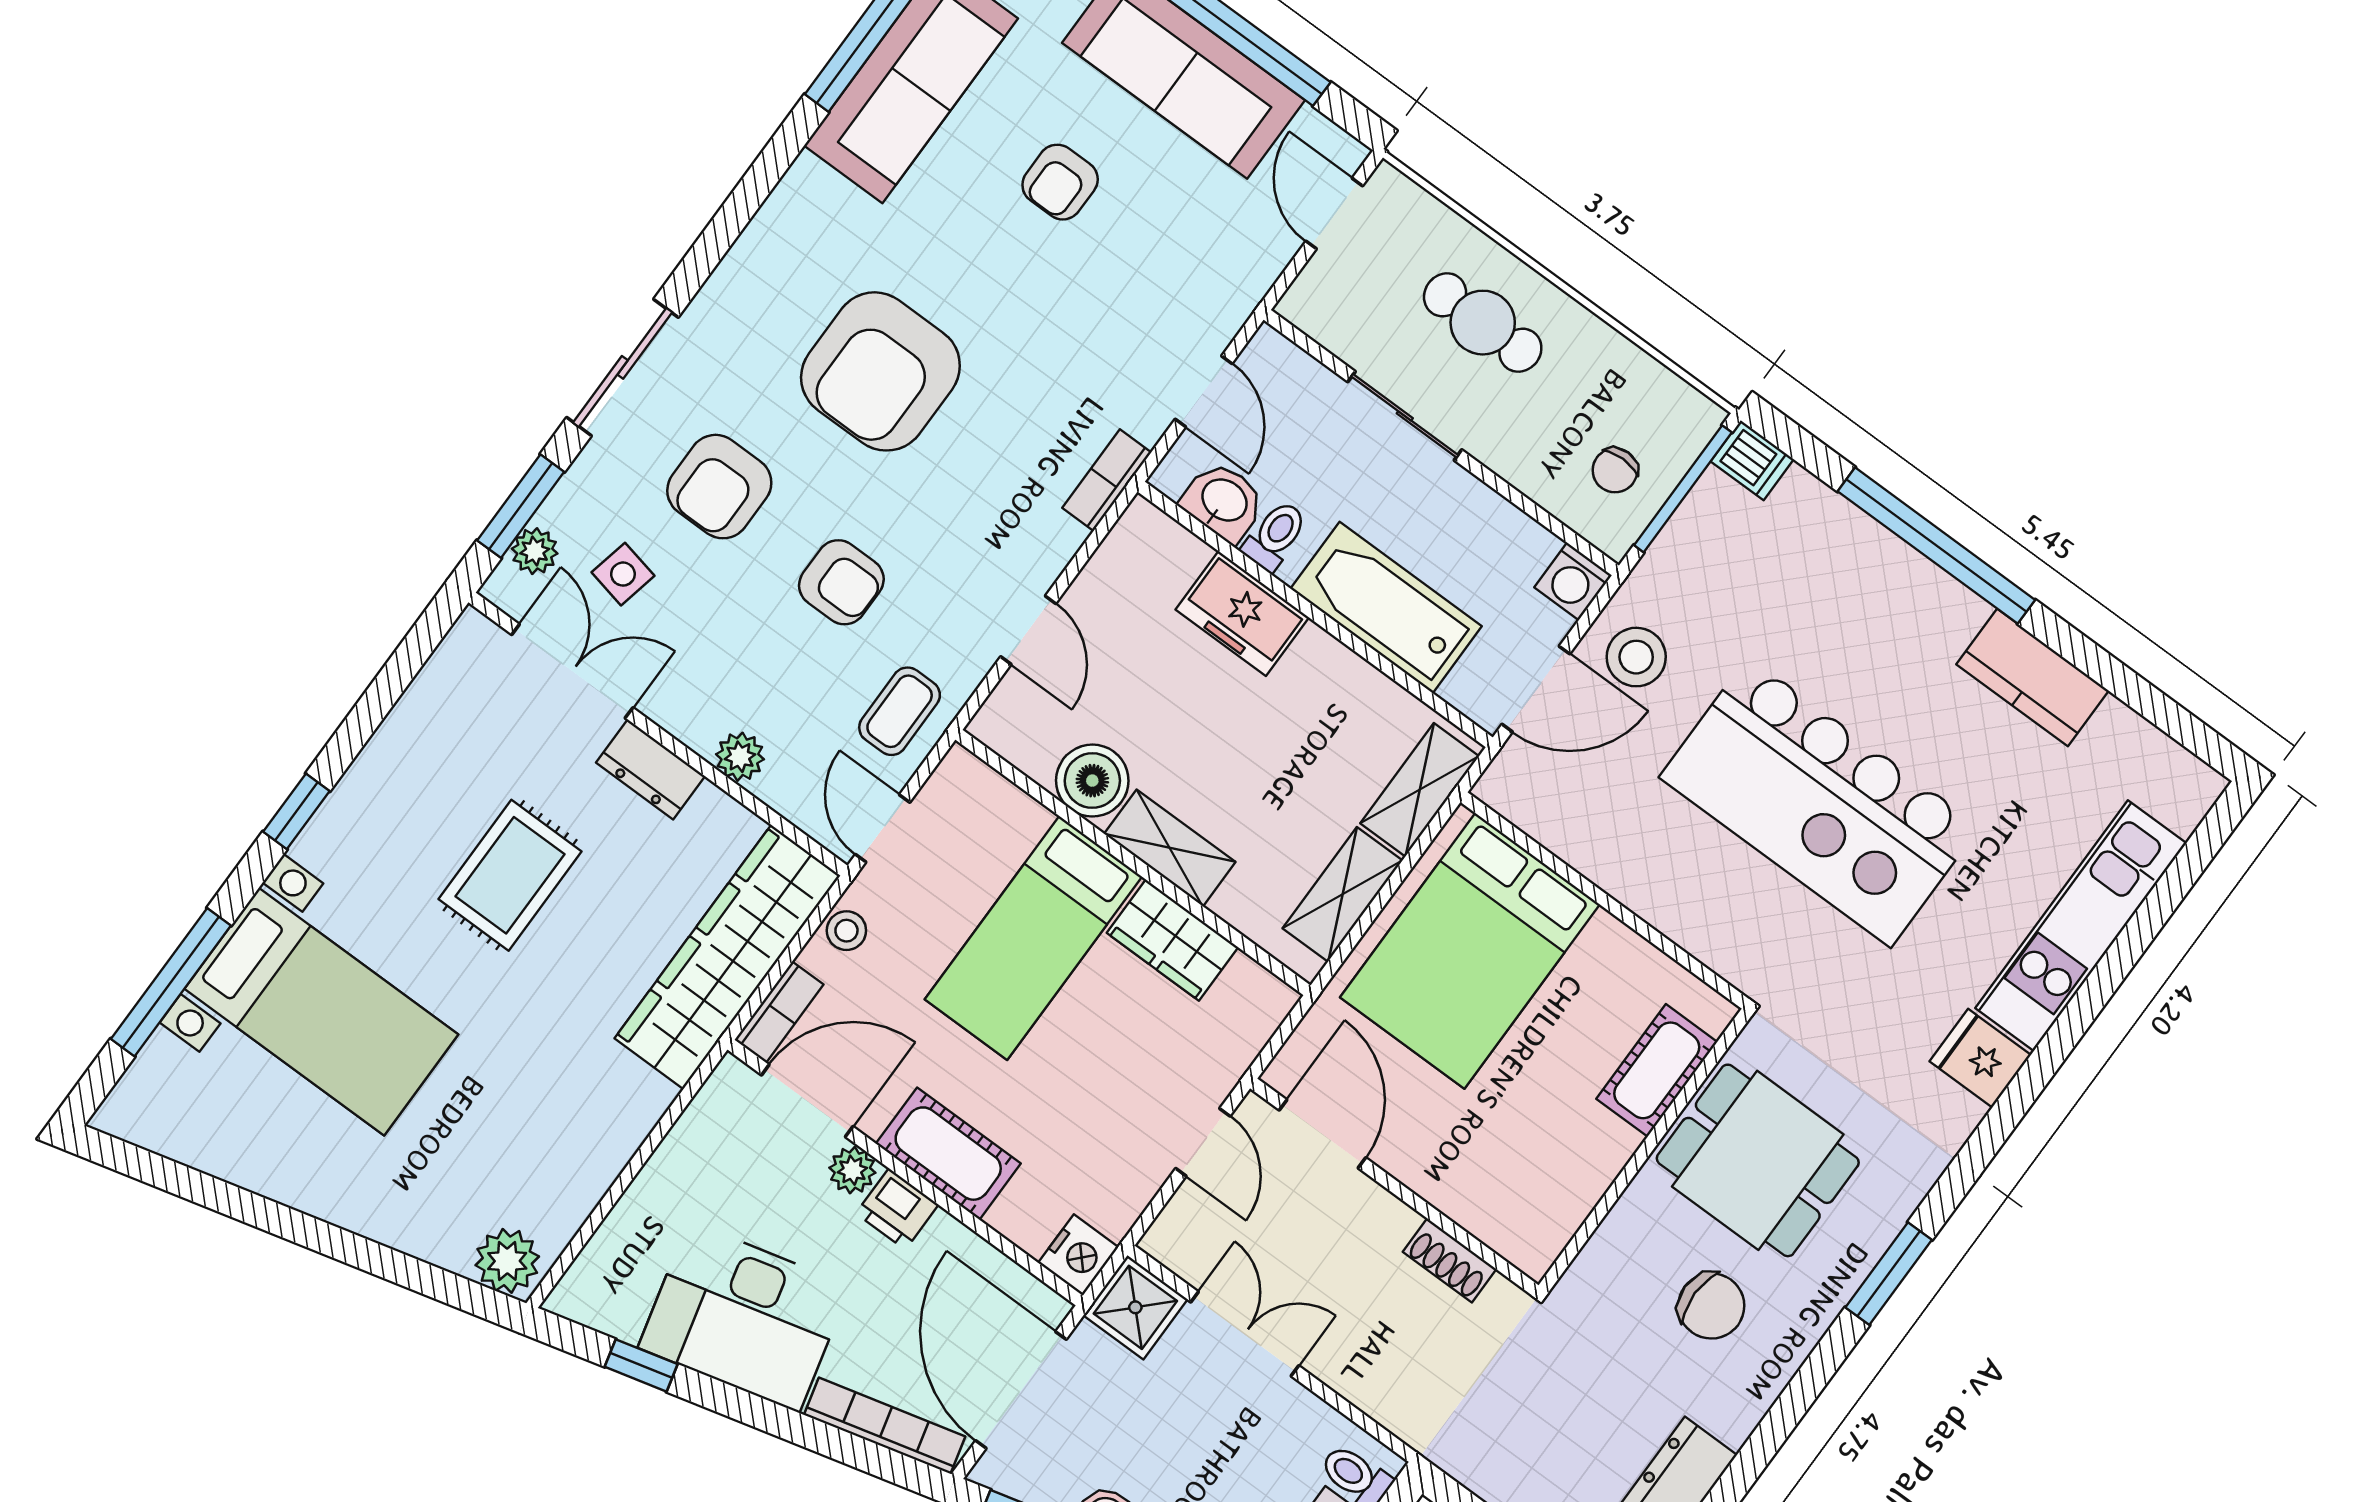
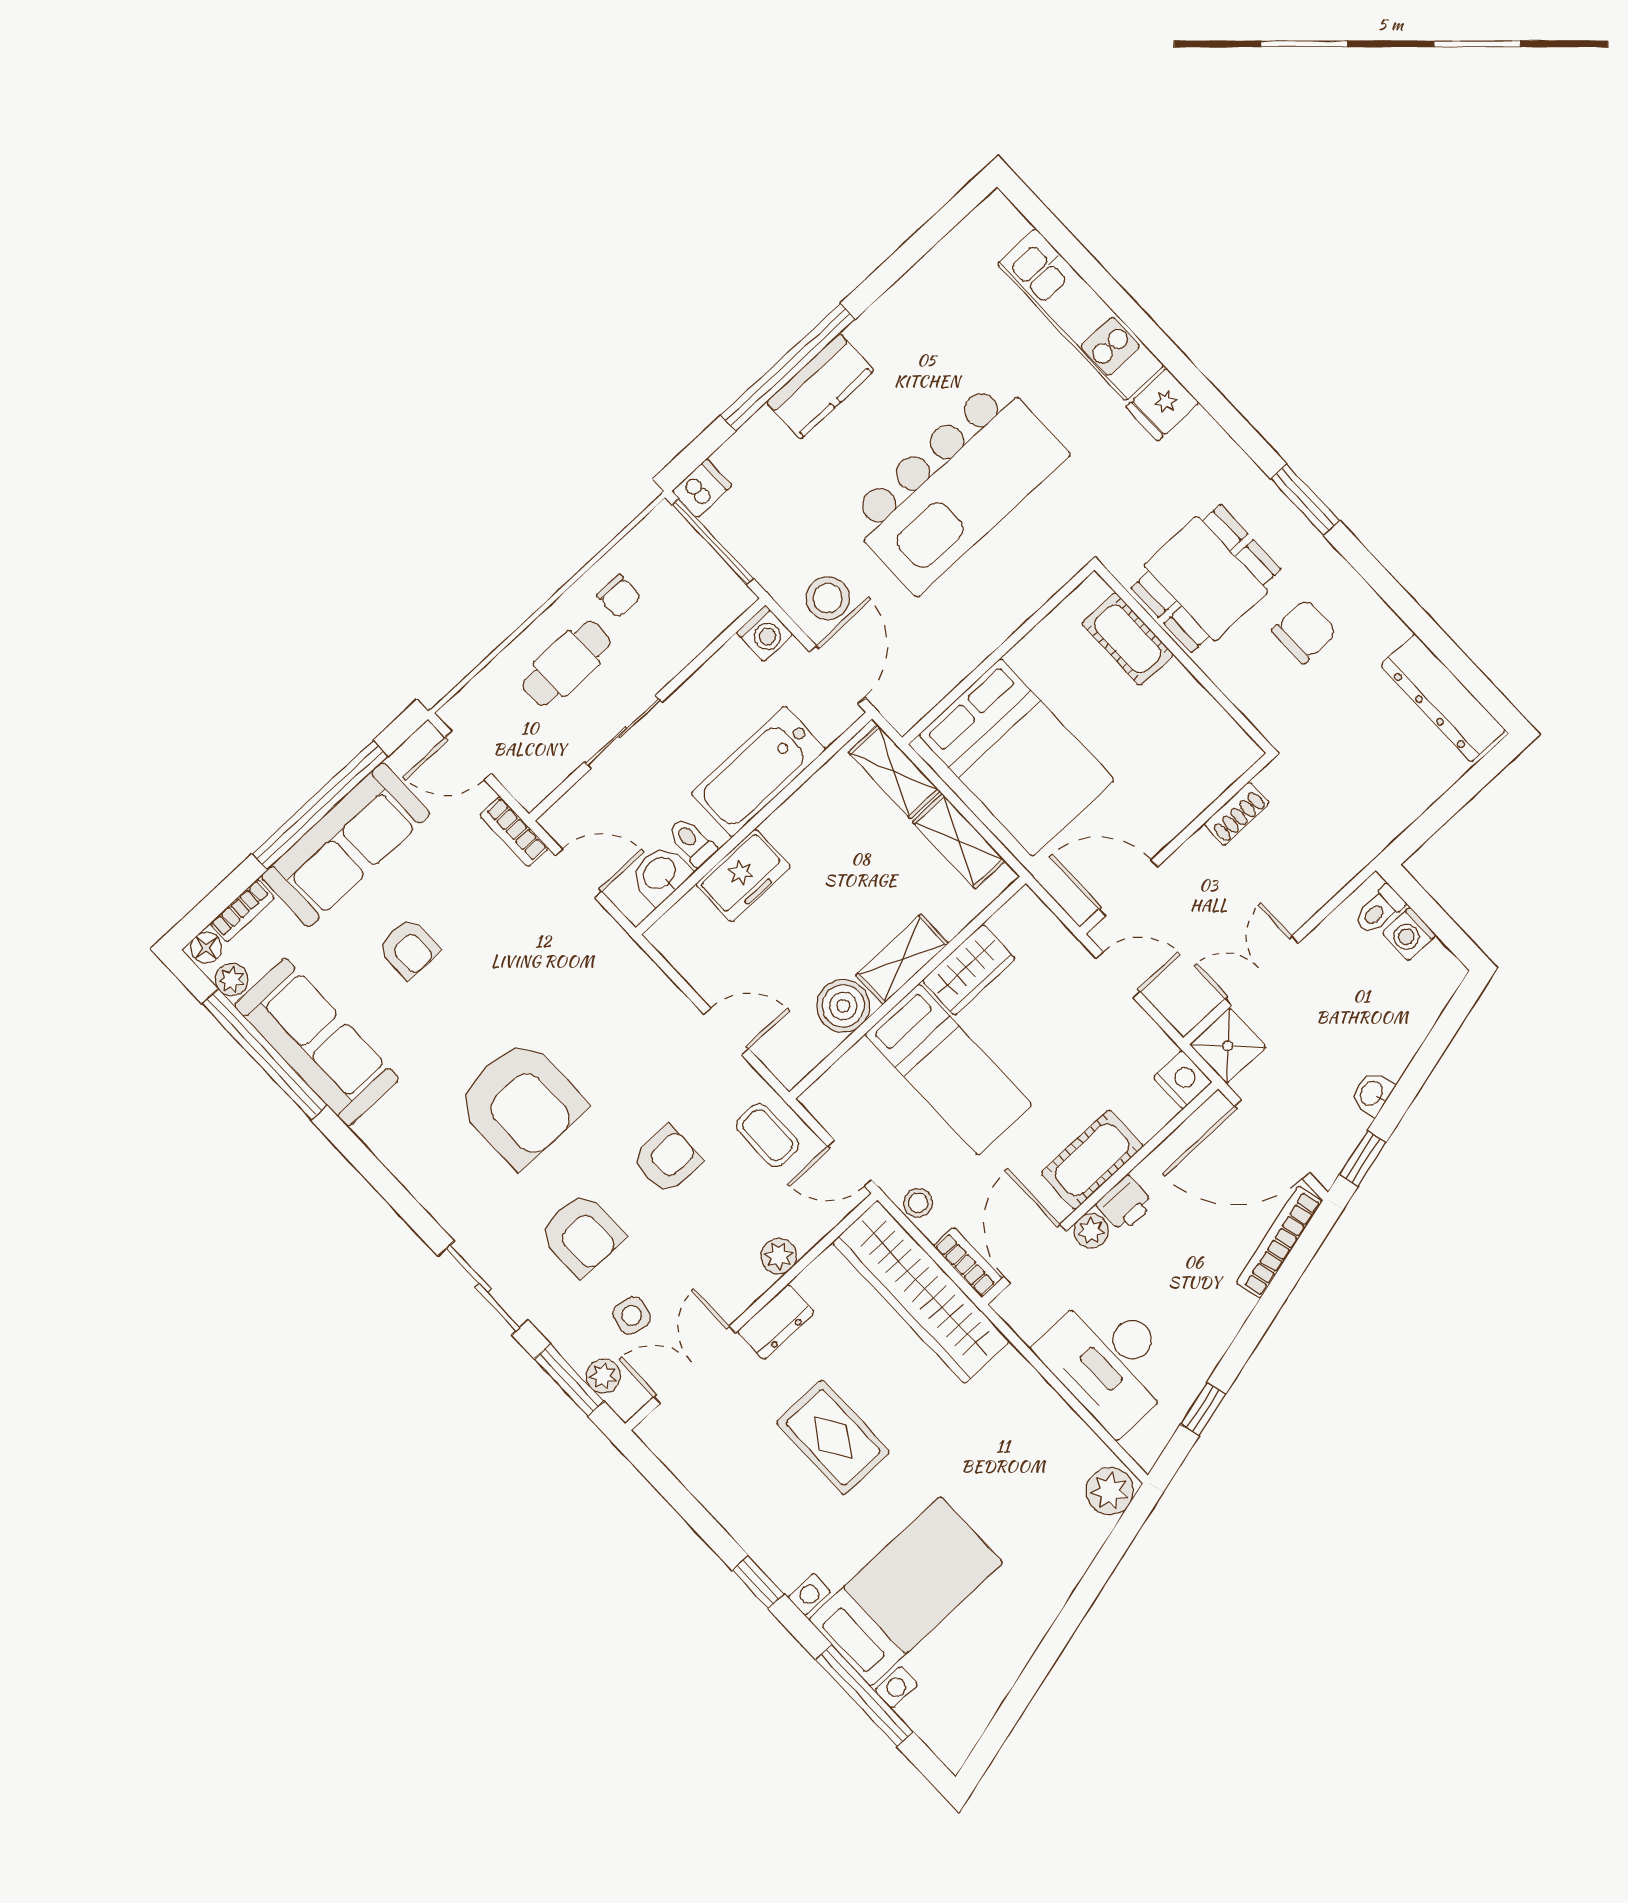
chair: (1615, 470) -> (619, 596), moved
bookcase: (1107, 480) -> (514, 832), moved
kitchen counter: (2032, 677) -> (820, 386), moved
desk: (744, 1317) -> (1109, 1361), moved, turned 104

